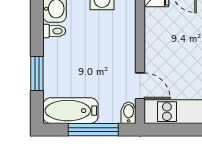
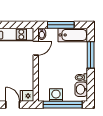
window: (37, 73) -> (91, 55), width x1.44
door: (140, 86) -> (36, 48), swing flipped

